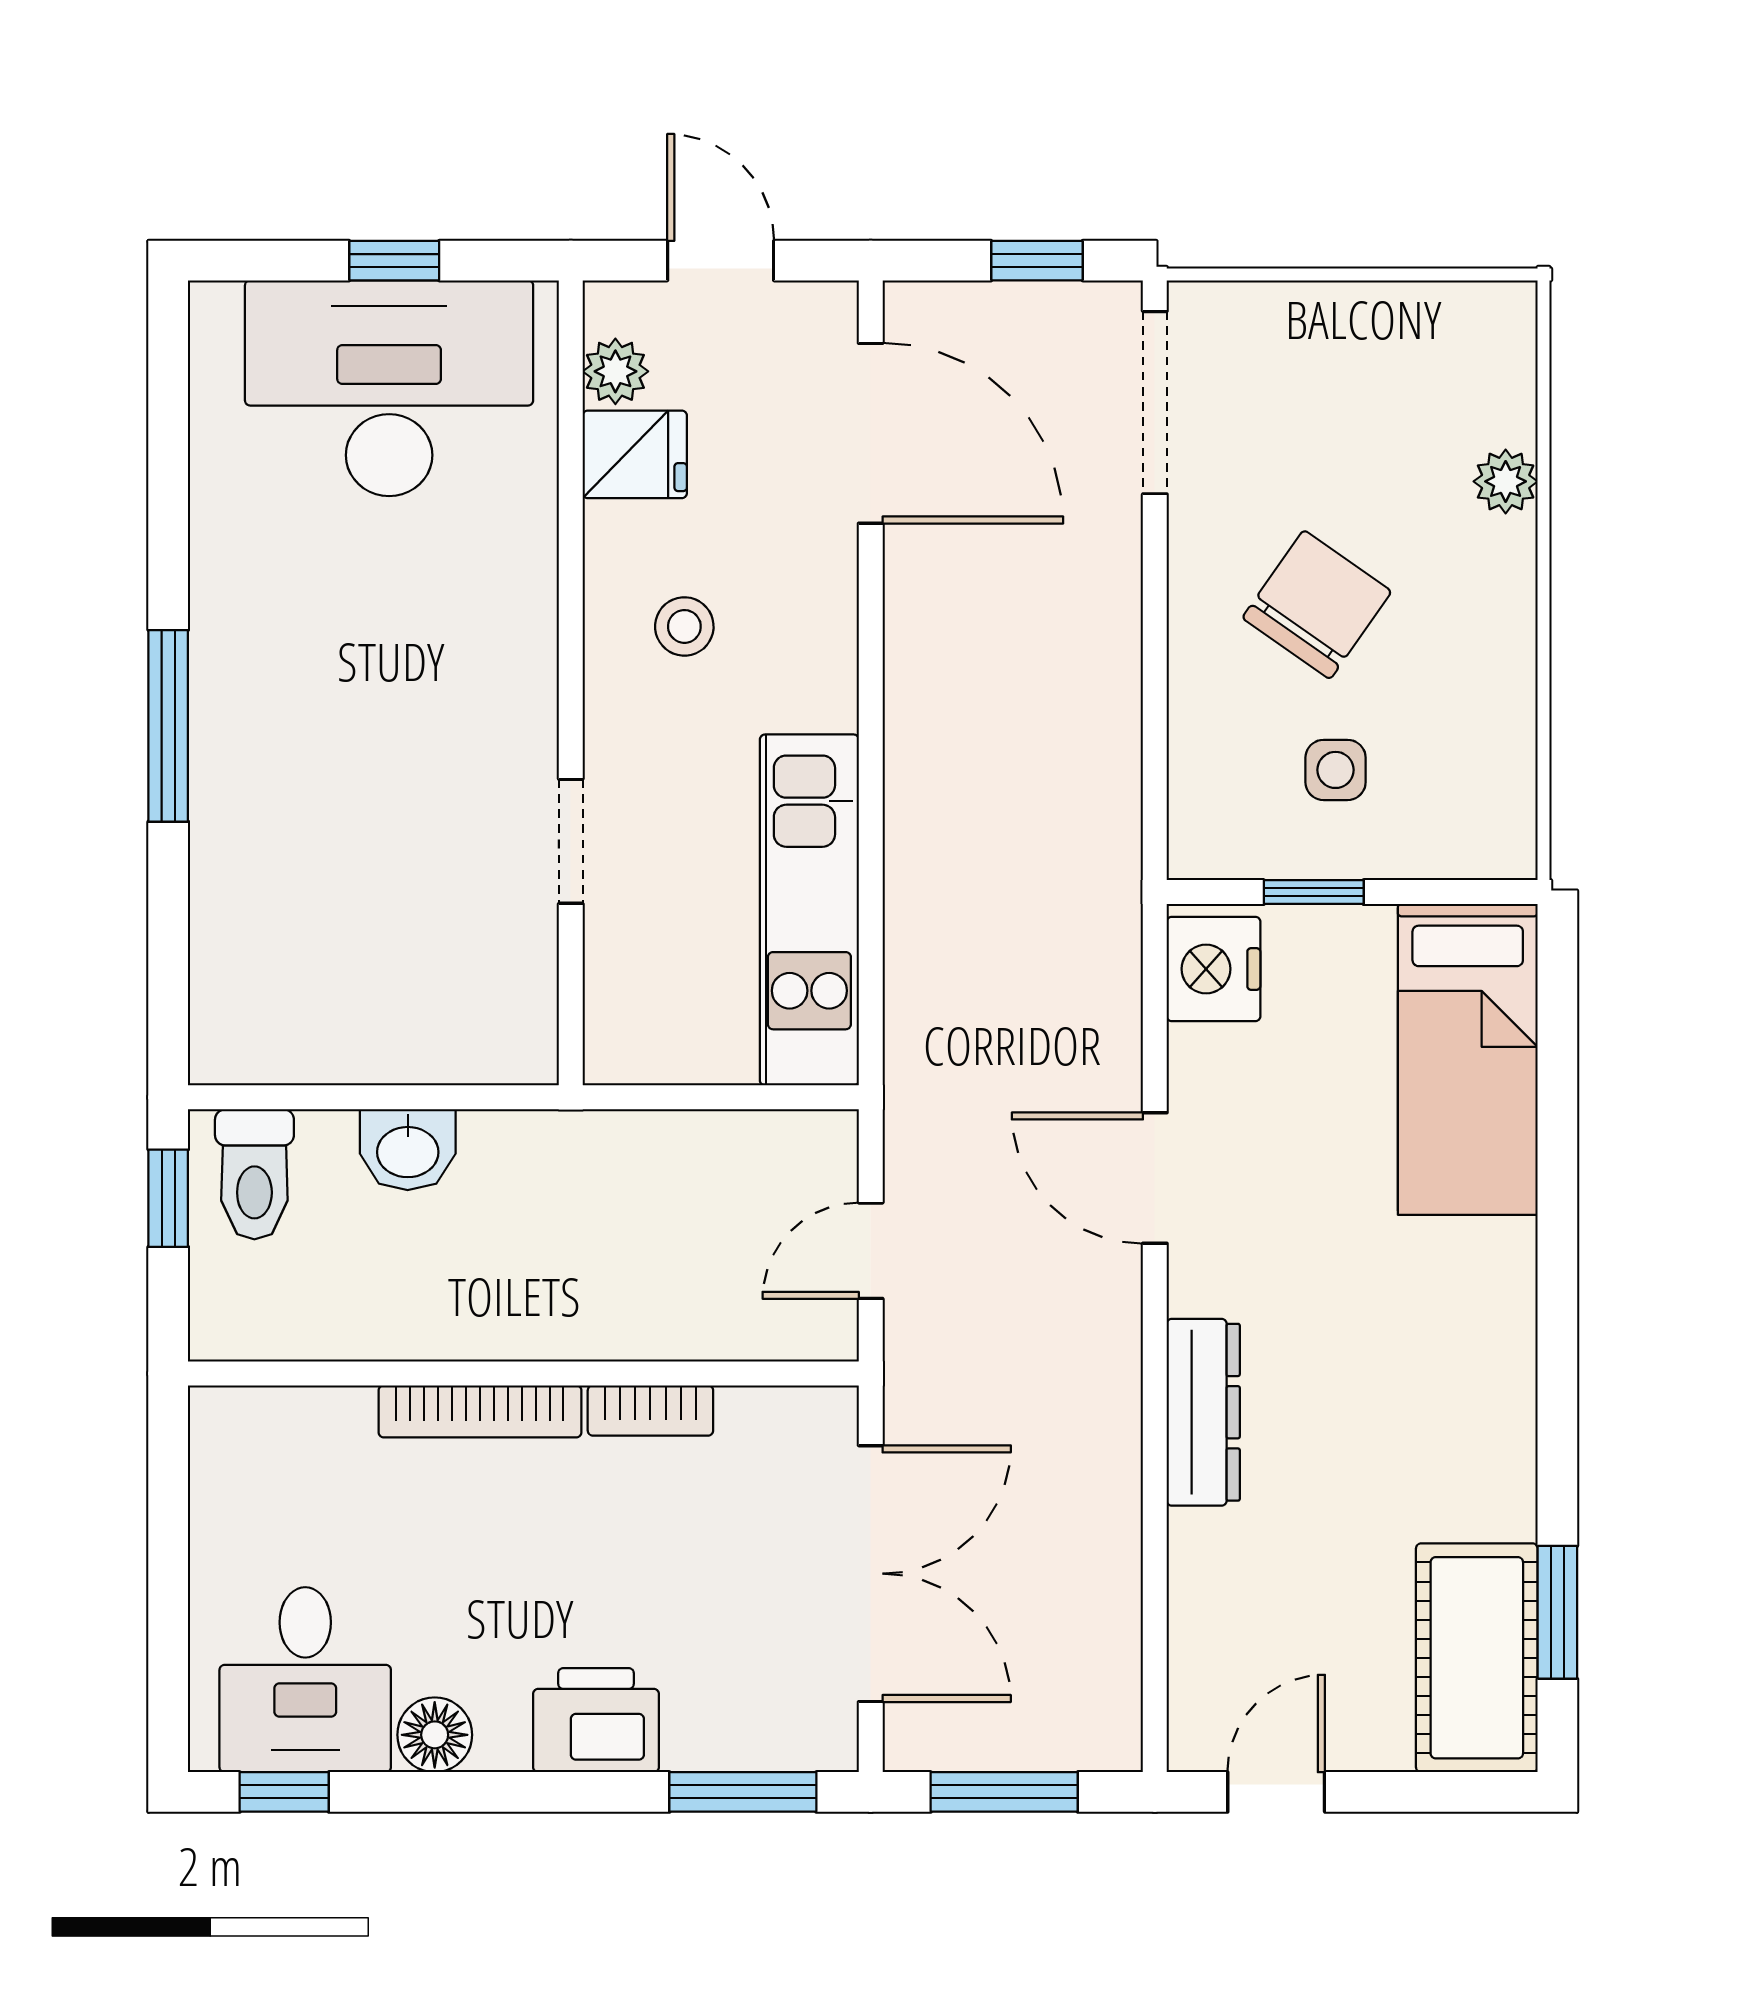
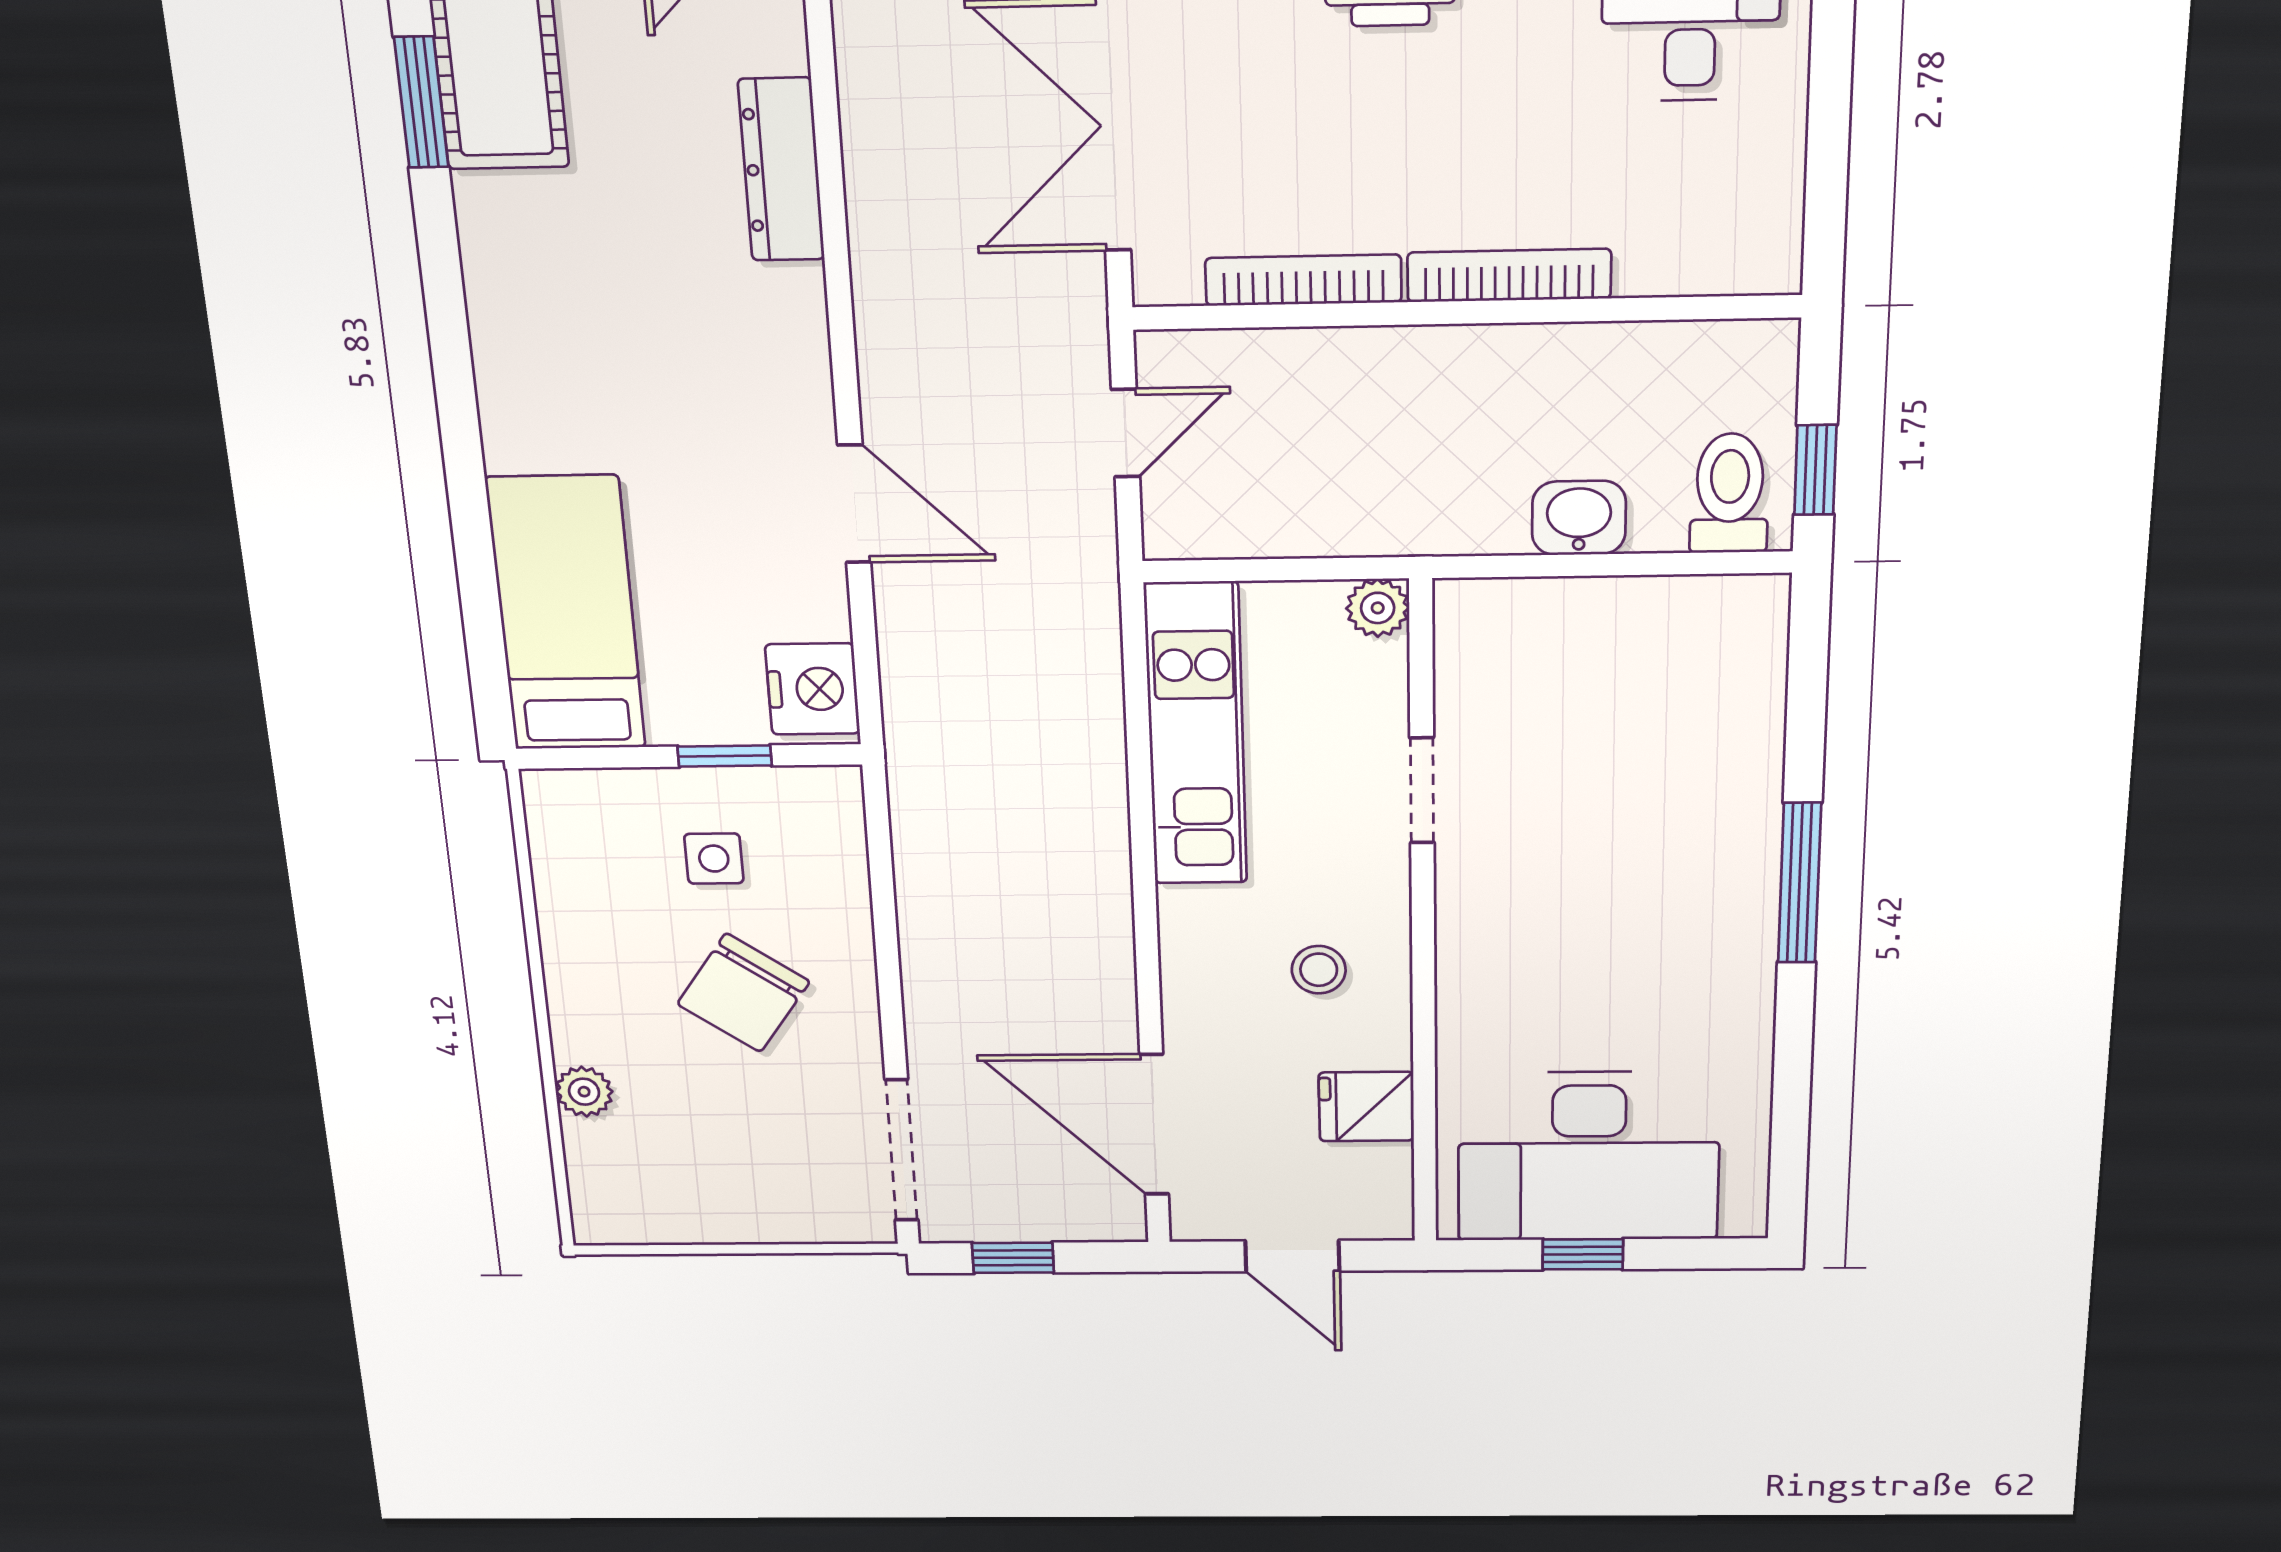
plant: (615, 371) -> (1378, 608), moved
bookcase: (650, 1411) -> (1303, 280), width x1.56
dresser: (1203, 1412) -> (781, 170), moved

